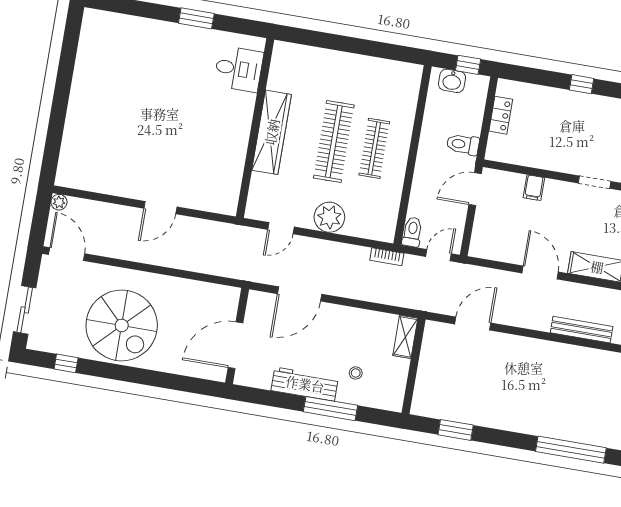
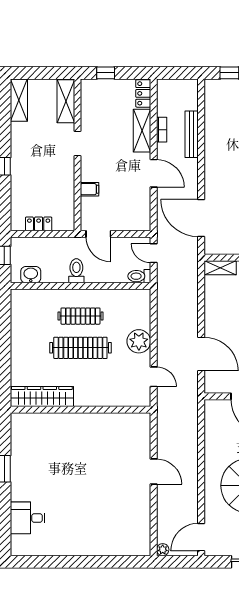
desk: (239, 69) -> (28, 518), moved, turned -90
washbasin: (452, 81) -> (31, 275), moved, turned -90
wardrobe: (272, 132) -> (42, 397), moved
toilet: (463, 144) -> (76, 271), moved, turned 180
bookcase: (387, 257) -> (162, 130), moved
door: (540, 272) -> (154, 173), swing flipped
door: (473, 323) -> (201, 218), width x1.36

